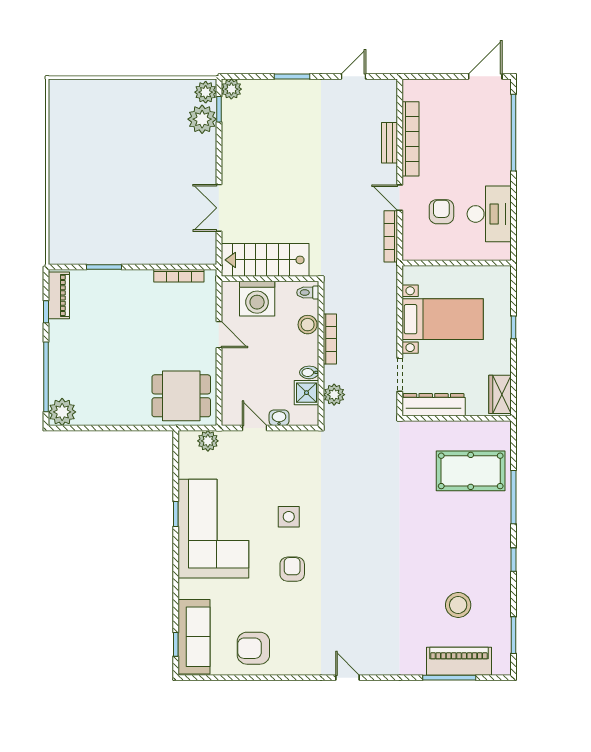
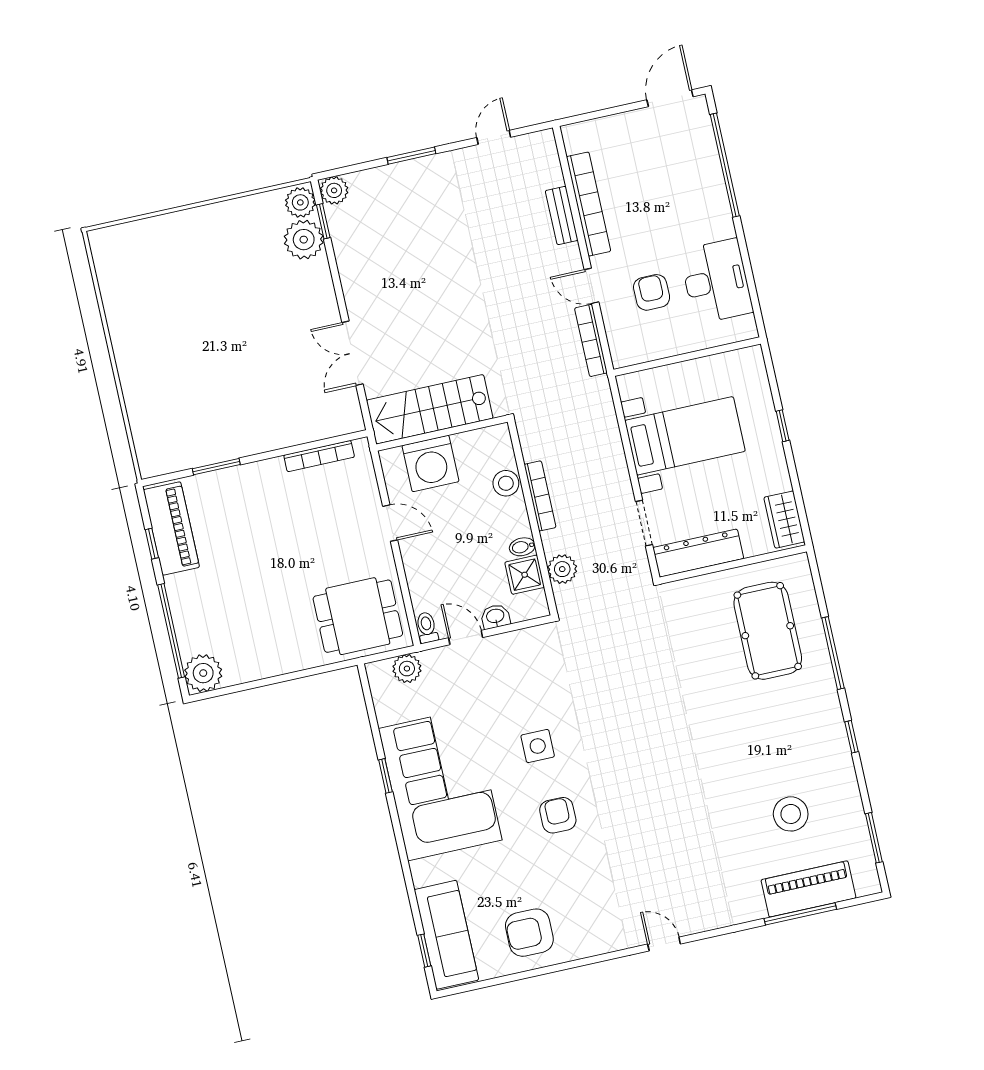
toilet: (308, 293) -> (427, 628), moved, turned 90
piano: (59, 295) -> (171, 529), width x1.37, depth x1.33
pool table: (471, 471) -> (768, 631), turned 90

